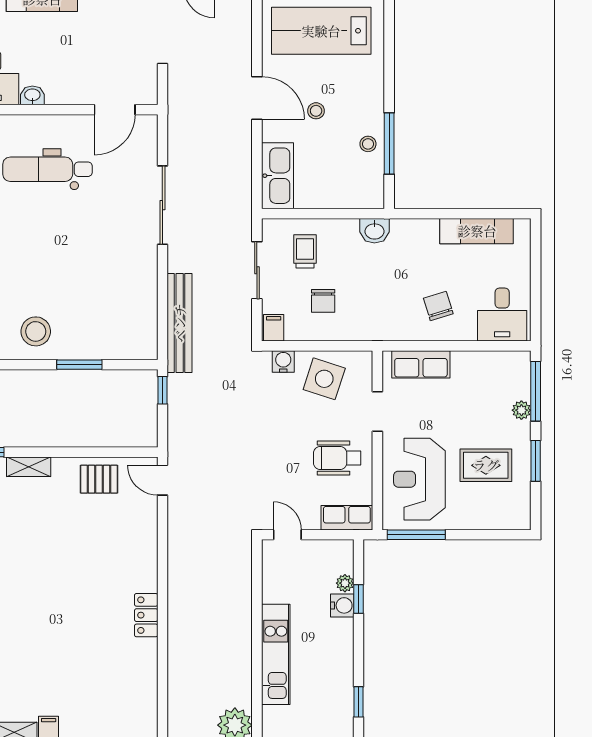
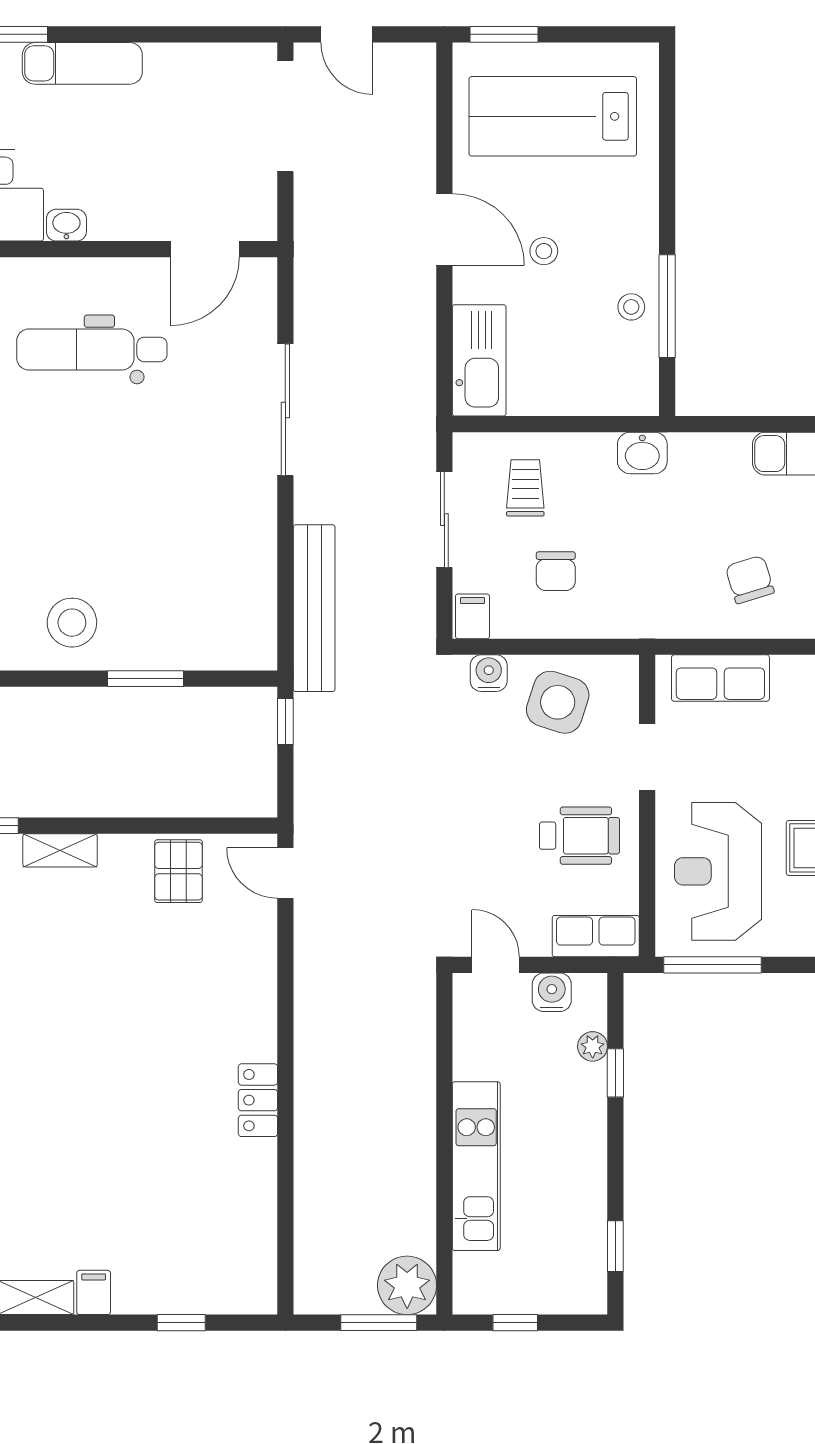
wheelchair: (337, 458) -> (580, 836), turned 180
pallet: (99, 479) -> (178, 871), turned 90
water cooler: (342, 605) -> (552, 992), moved, turned -90

